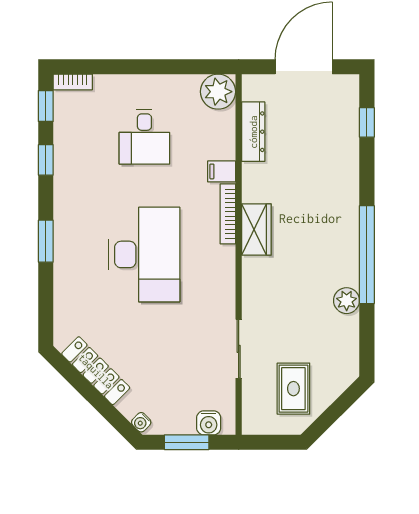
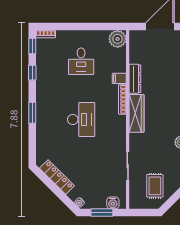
dresser: (253, 132) -> (135, 79), moved
wardrobe: (256, 229) -> (136, 113), width x1.50
desk: (144, 254) -> (81, 119), width x0.73, depth x0.77

